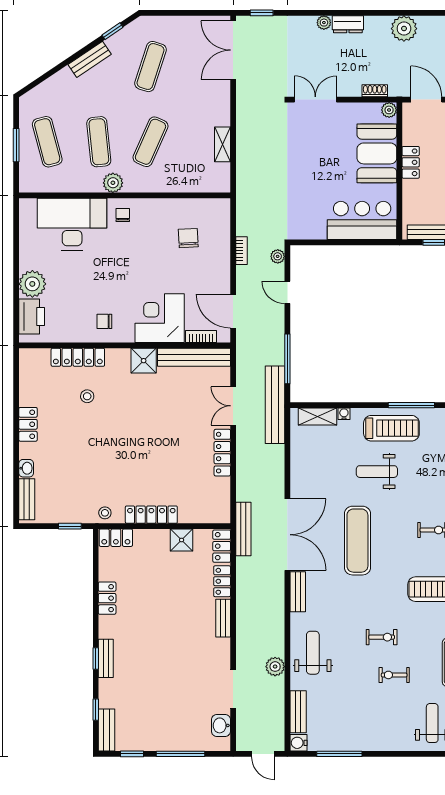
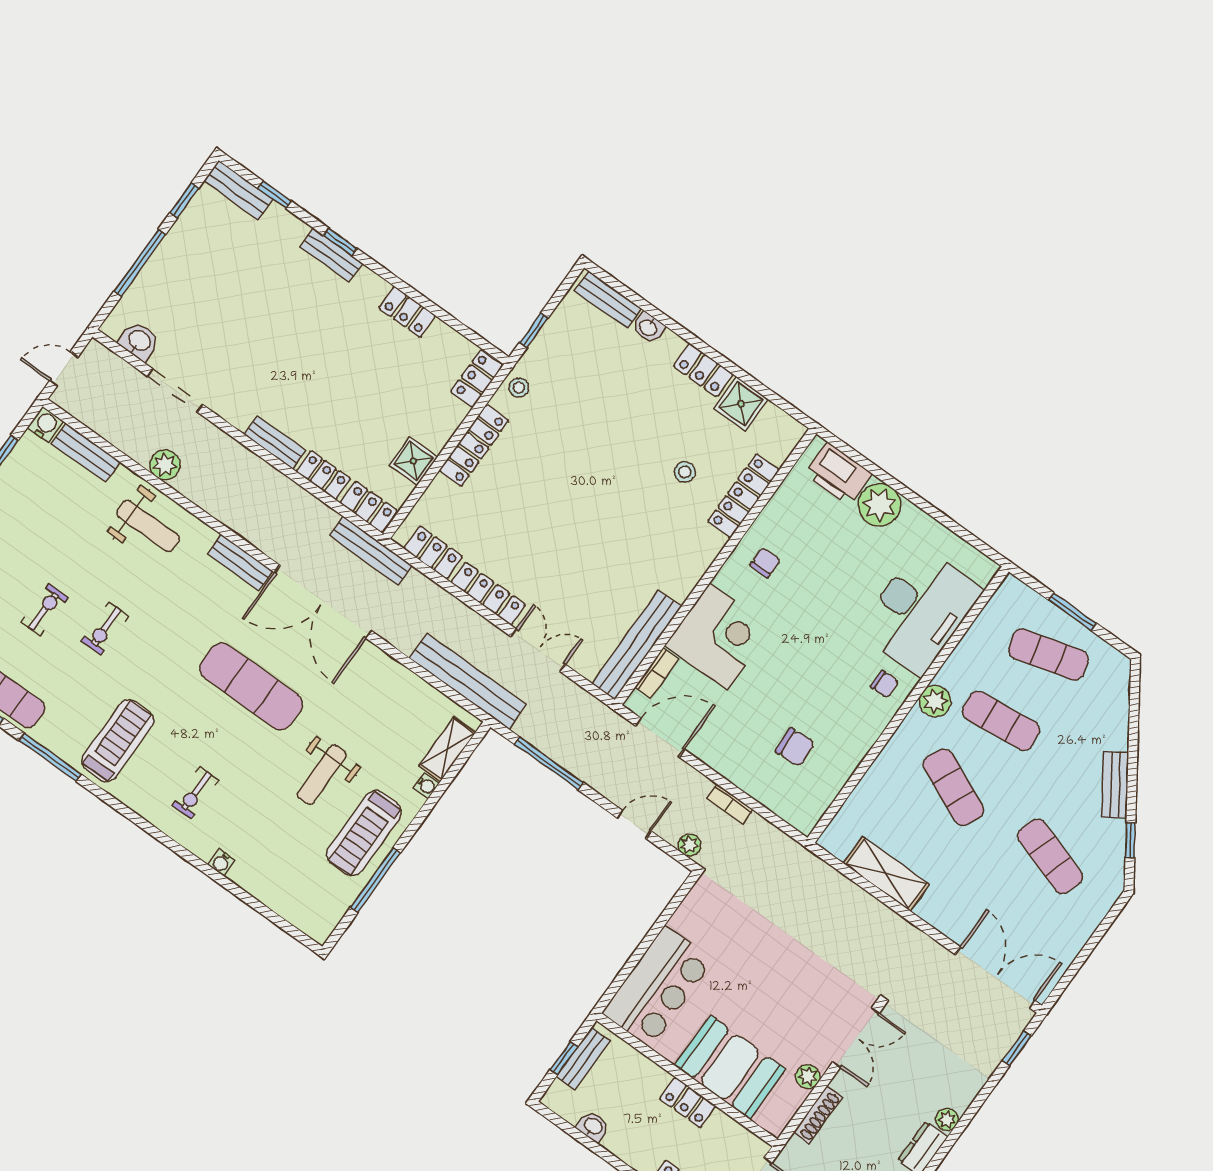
shoe rack: (375, 91) -> (818, 1115), width x1.43
plant: (389, 110) -> (808, 1077), moved
shelving: (223, 144) -> (886, 874), width x1.50, depth x1.33
shower: (144, 361) -> (741, 404), moved
bench: (275, 405) -> (468, 681), moved
weight bench: (377, 472) -> (322, 775), turned 180
locker: (221, 496) -> (433, 552), added

